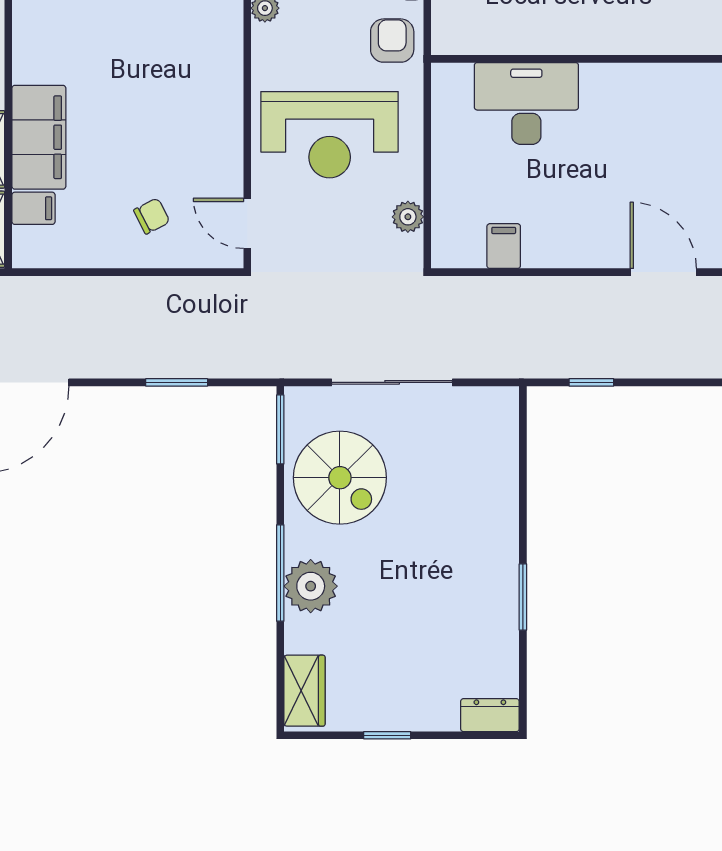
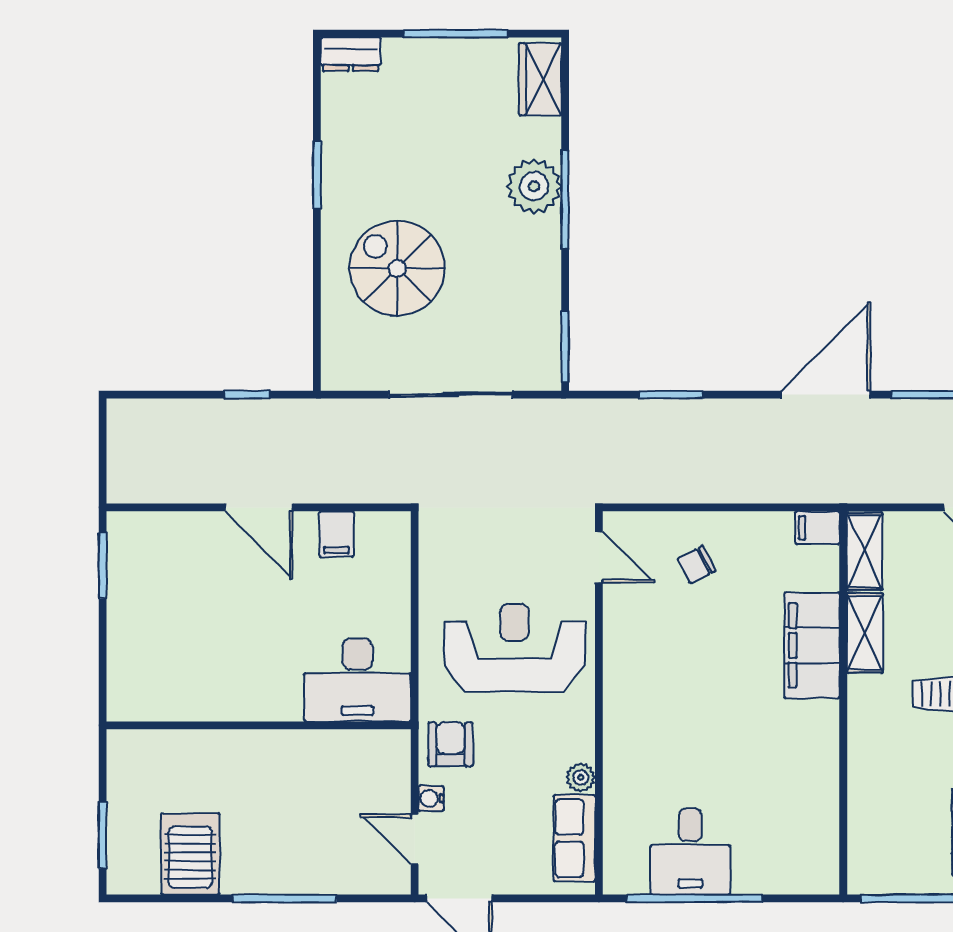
armchair: (392, 41) -> (451, 744), turned 180
desk: (526, 103) -> (358, 680), moved
filing cabinet: (33, 208) -> (817, 528), moved
plant: (408, 217) -> (434, 564), removed
door: (663, 272) -> (259, 507), moved
spiral stairs: (340, 478) -> (397, 268), moved
window: (387, 735) -> (456, 34), width x2.17

